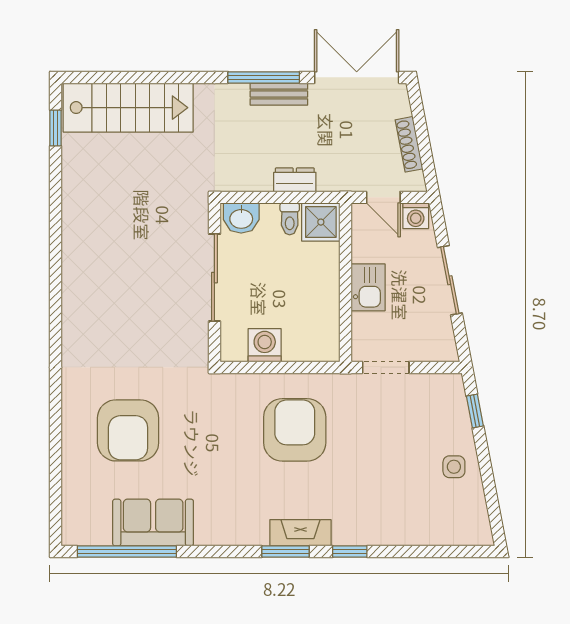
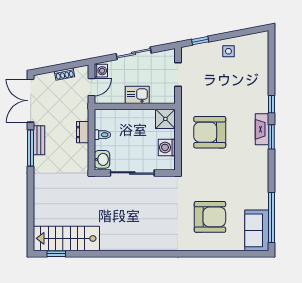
stairs: (128, 108) -> (66, 238), moved, turned -90
shoe rack: (409, 144) -> (65, 74), width x0.70
shower: (321, 222) -> (165, 119), moved
doorway: (386, 367) -> (178, 74), moved
sofa: (153, 523) -> (257, 230), moved

